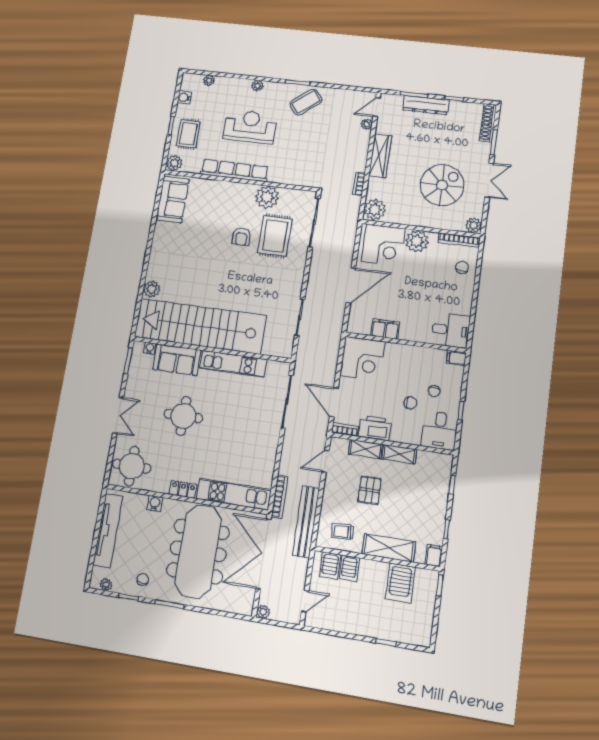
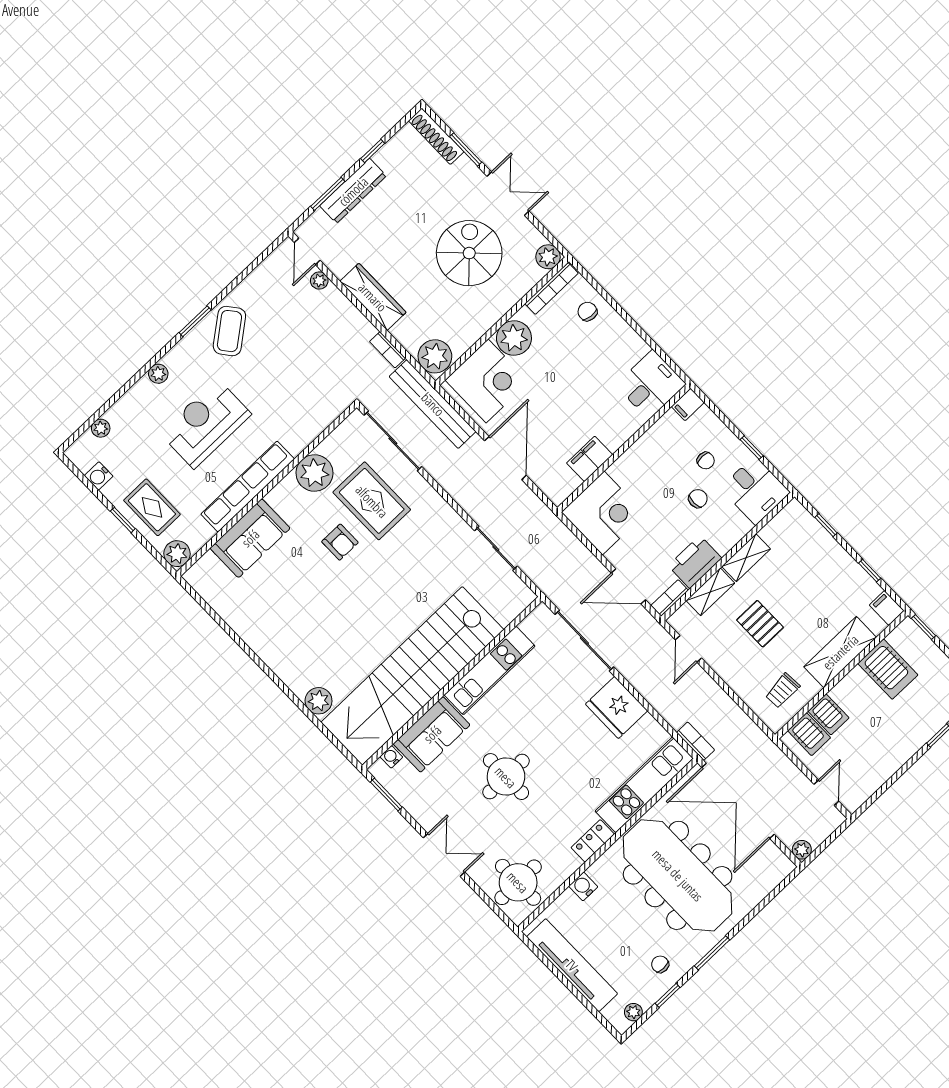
sofa: (173, 199) -> (250, 538), moved, turned 90
fridge: (264, 446) -> (616, 707), added
bookcase: (280, 497) -> (696, 741), width x0.64
bench: (306, 522) -> (433, 404), moved

